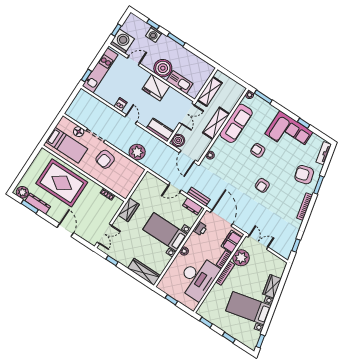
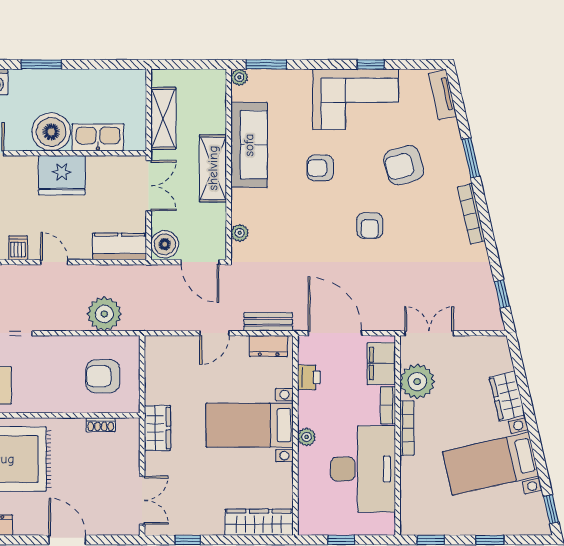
armchair: (105, 159) -> (103, 376), moved, turned 81
armchair: (304, 175) -> (404, 165), moved

